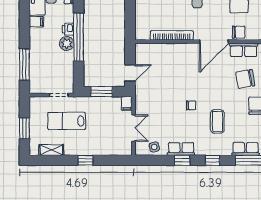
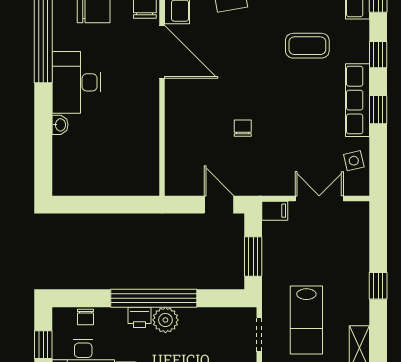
bookcase: (172, 35) -> (151, 129), removed
chair: (191, 105) -> (243, 128), moved
row of seats: (181, 149) -> (357, 100), width x1.48

